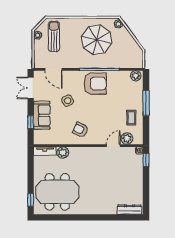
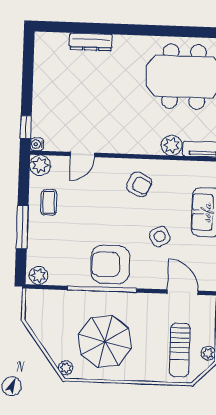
plant: (127, 138) -> (40, 165), moved
dresser: (129, 210) -> (91, 42), moved

